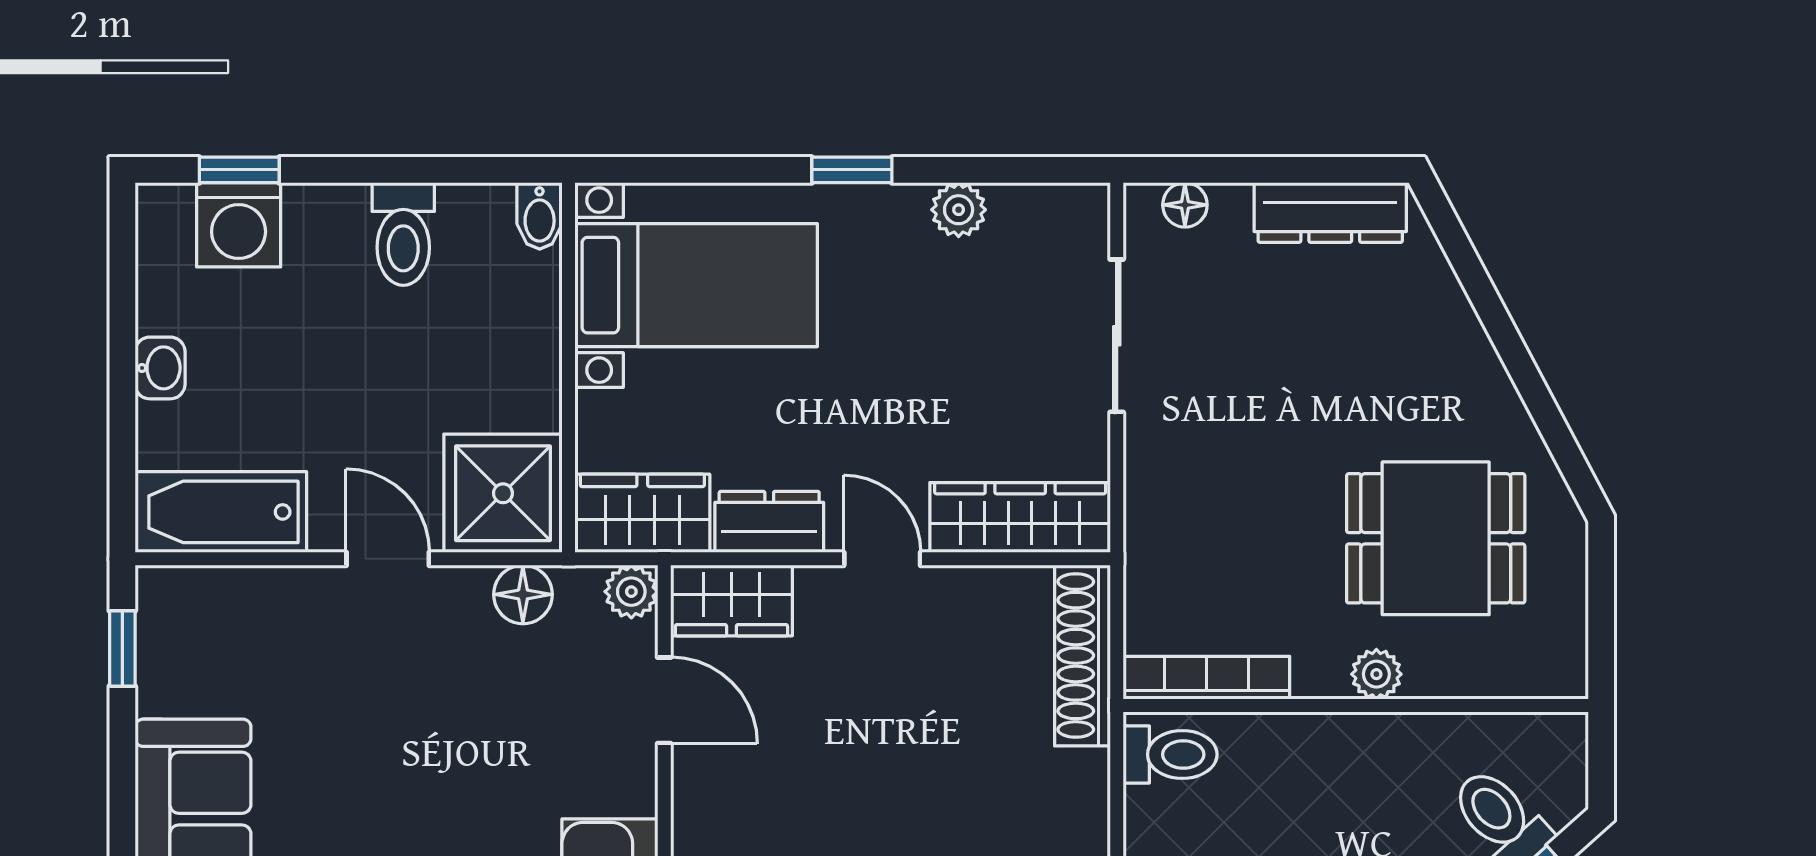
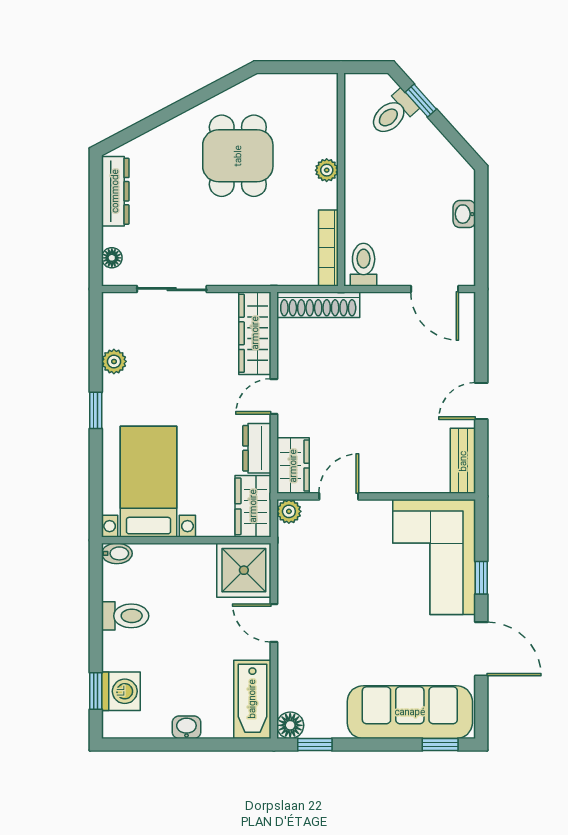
dining table: (1436, 538) -> (238, 156), moved
door: (388, 559) -> (274, 623), hinge flipped
floor lamp: (523, 594) -> (290, 725), moved

